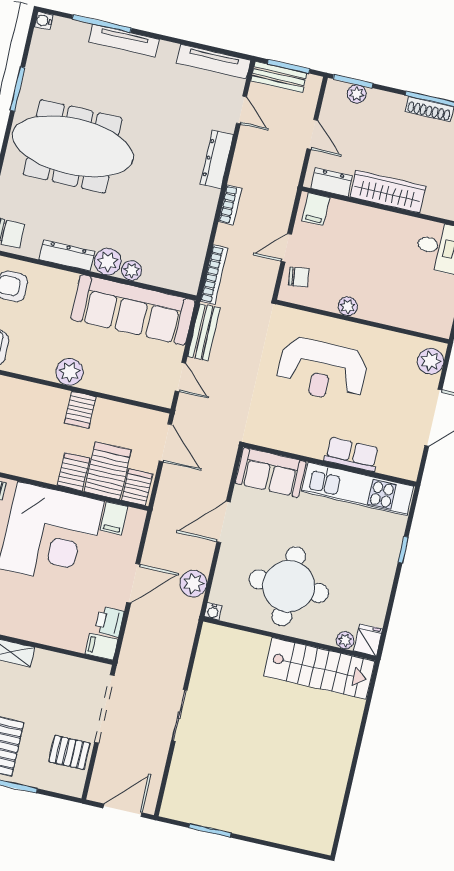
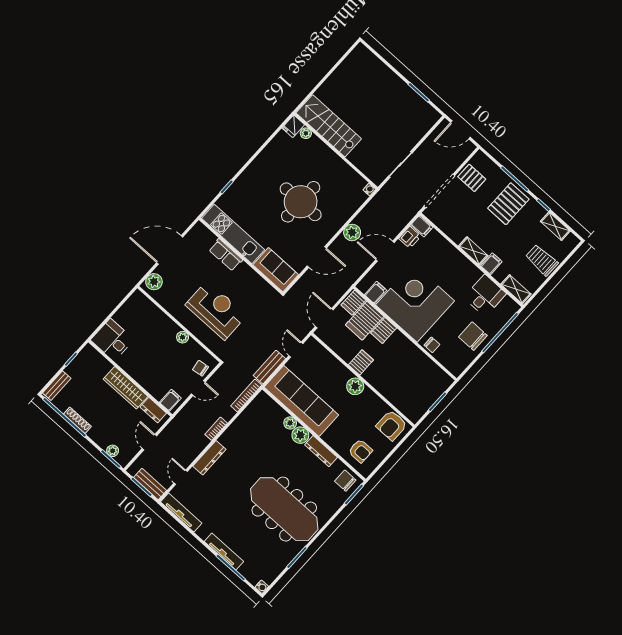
water cooler: (213, 611) -> (369, 190), moved
wall: (290, 639) -> (336, 151), moved
plant: (345, 640) -> (306, 133), moved
fridge: (368, 640) -> (293, 126), moved
stairs: (319, 668) -> (329, 126), moved

